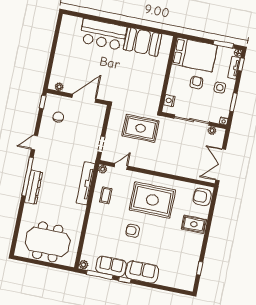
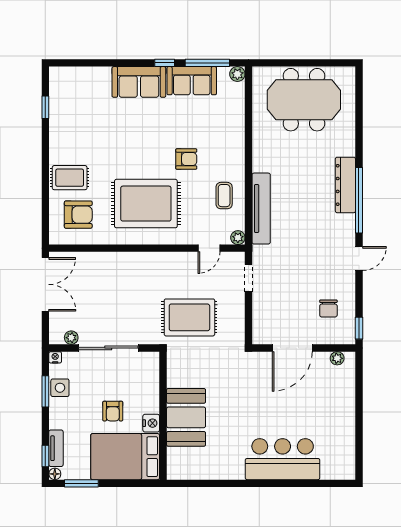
booth: (143, 42) -> (186, 417), moved, turned 90
side table: (220, 88) -> (60, 388), moved
nightstand: (169, 101) -> (151, 423), moved
armchair: (202, 197) -> (78, 215), moved
armchair: (133, 231) -> (186, 159), moved

